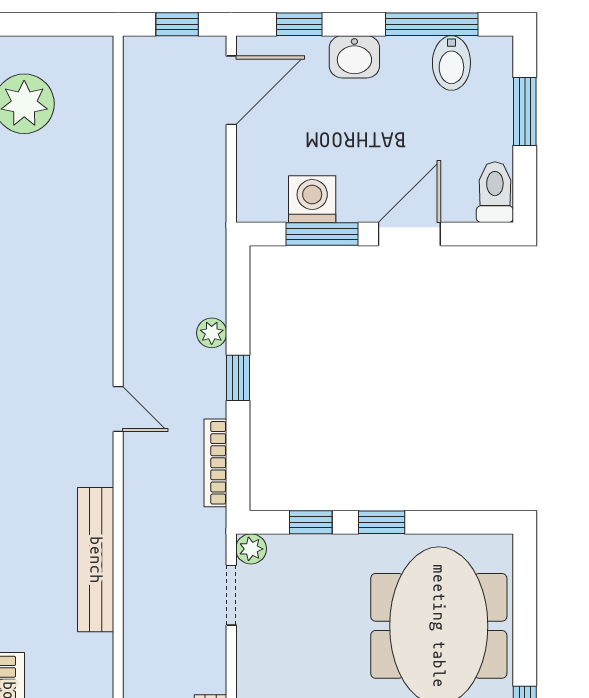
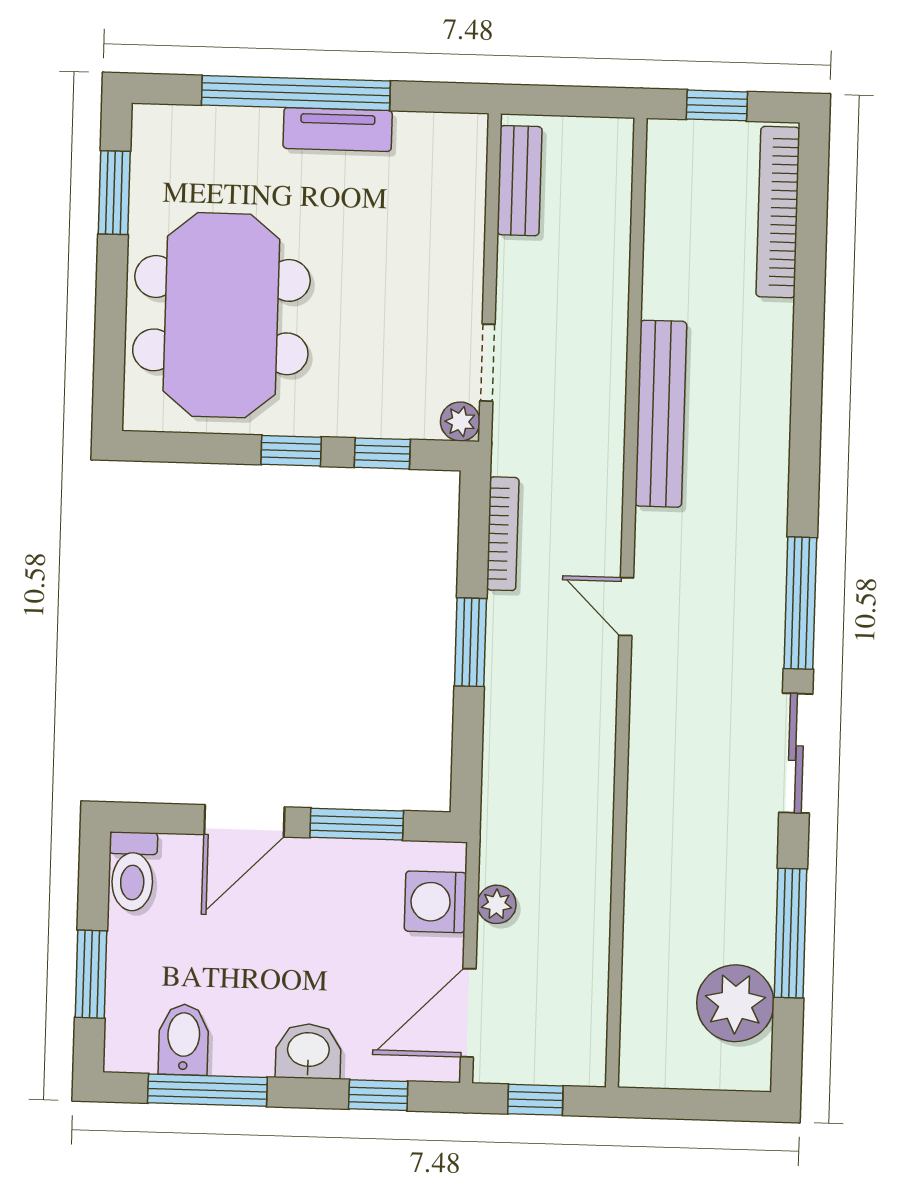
washing machine: (312, 199) -> (435, 902), moved, turned 90
plant: (212, 333) -> (497, 904), moved
window: (238, 378) -> (470, 642), width x1.50

